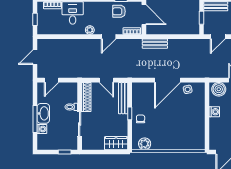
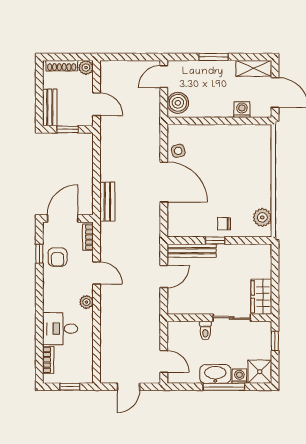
door: (35, 57) -> (128, 387), hinge flipped
shoe rack: (86, 97) -> (190, 307), removed
washing machine: (214, 112) -> (242, 110), moved
shower: (45, 142) -> (260, 372), added
wardrobe: (116, 143) -> (261, 297), moved

